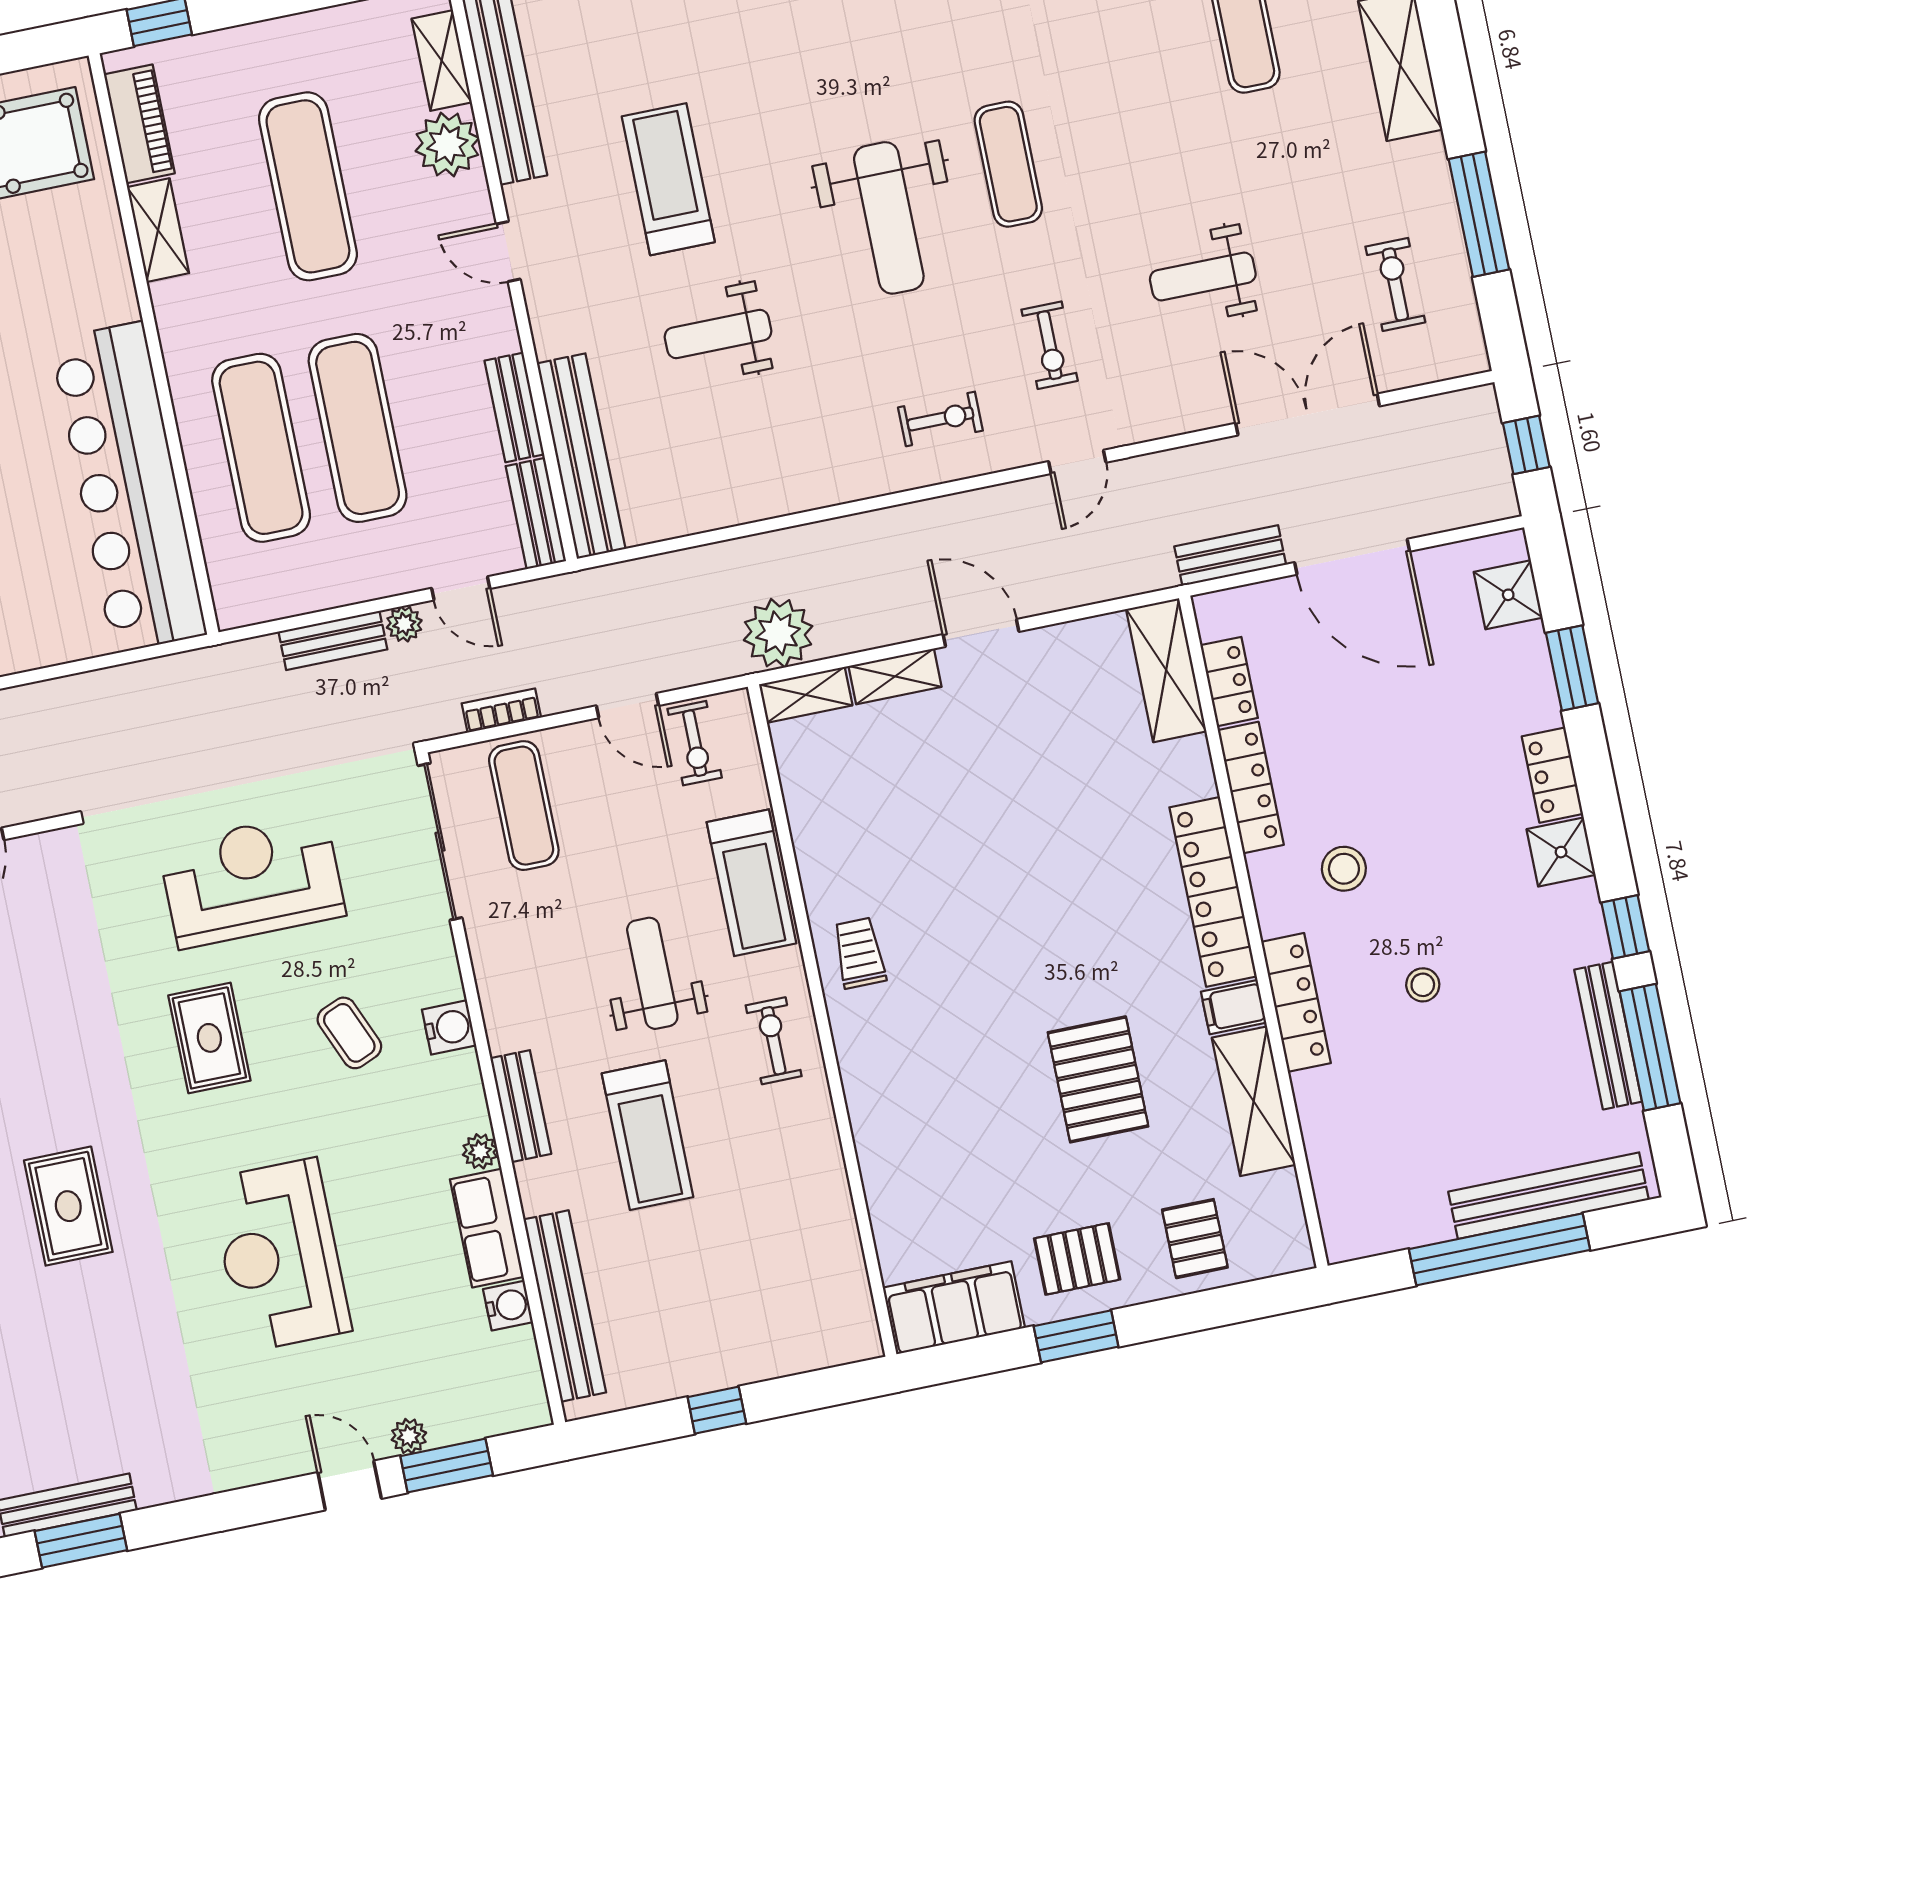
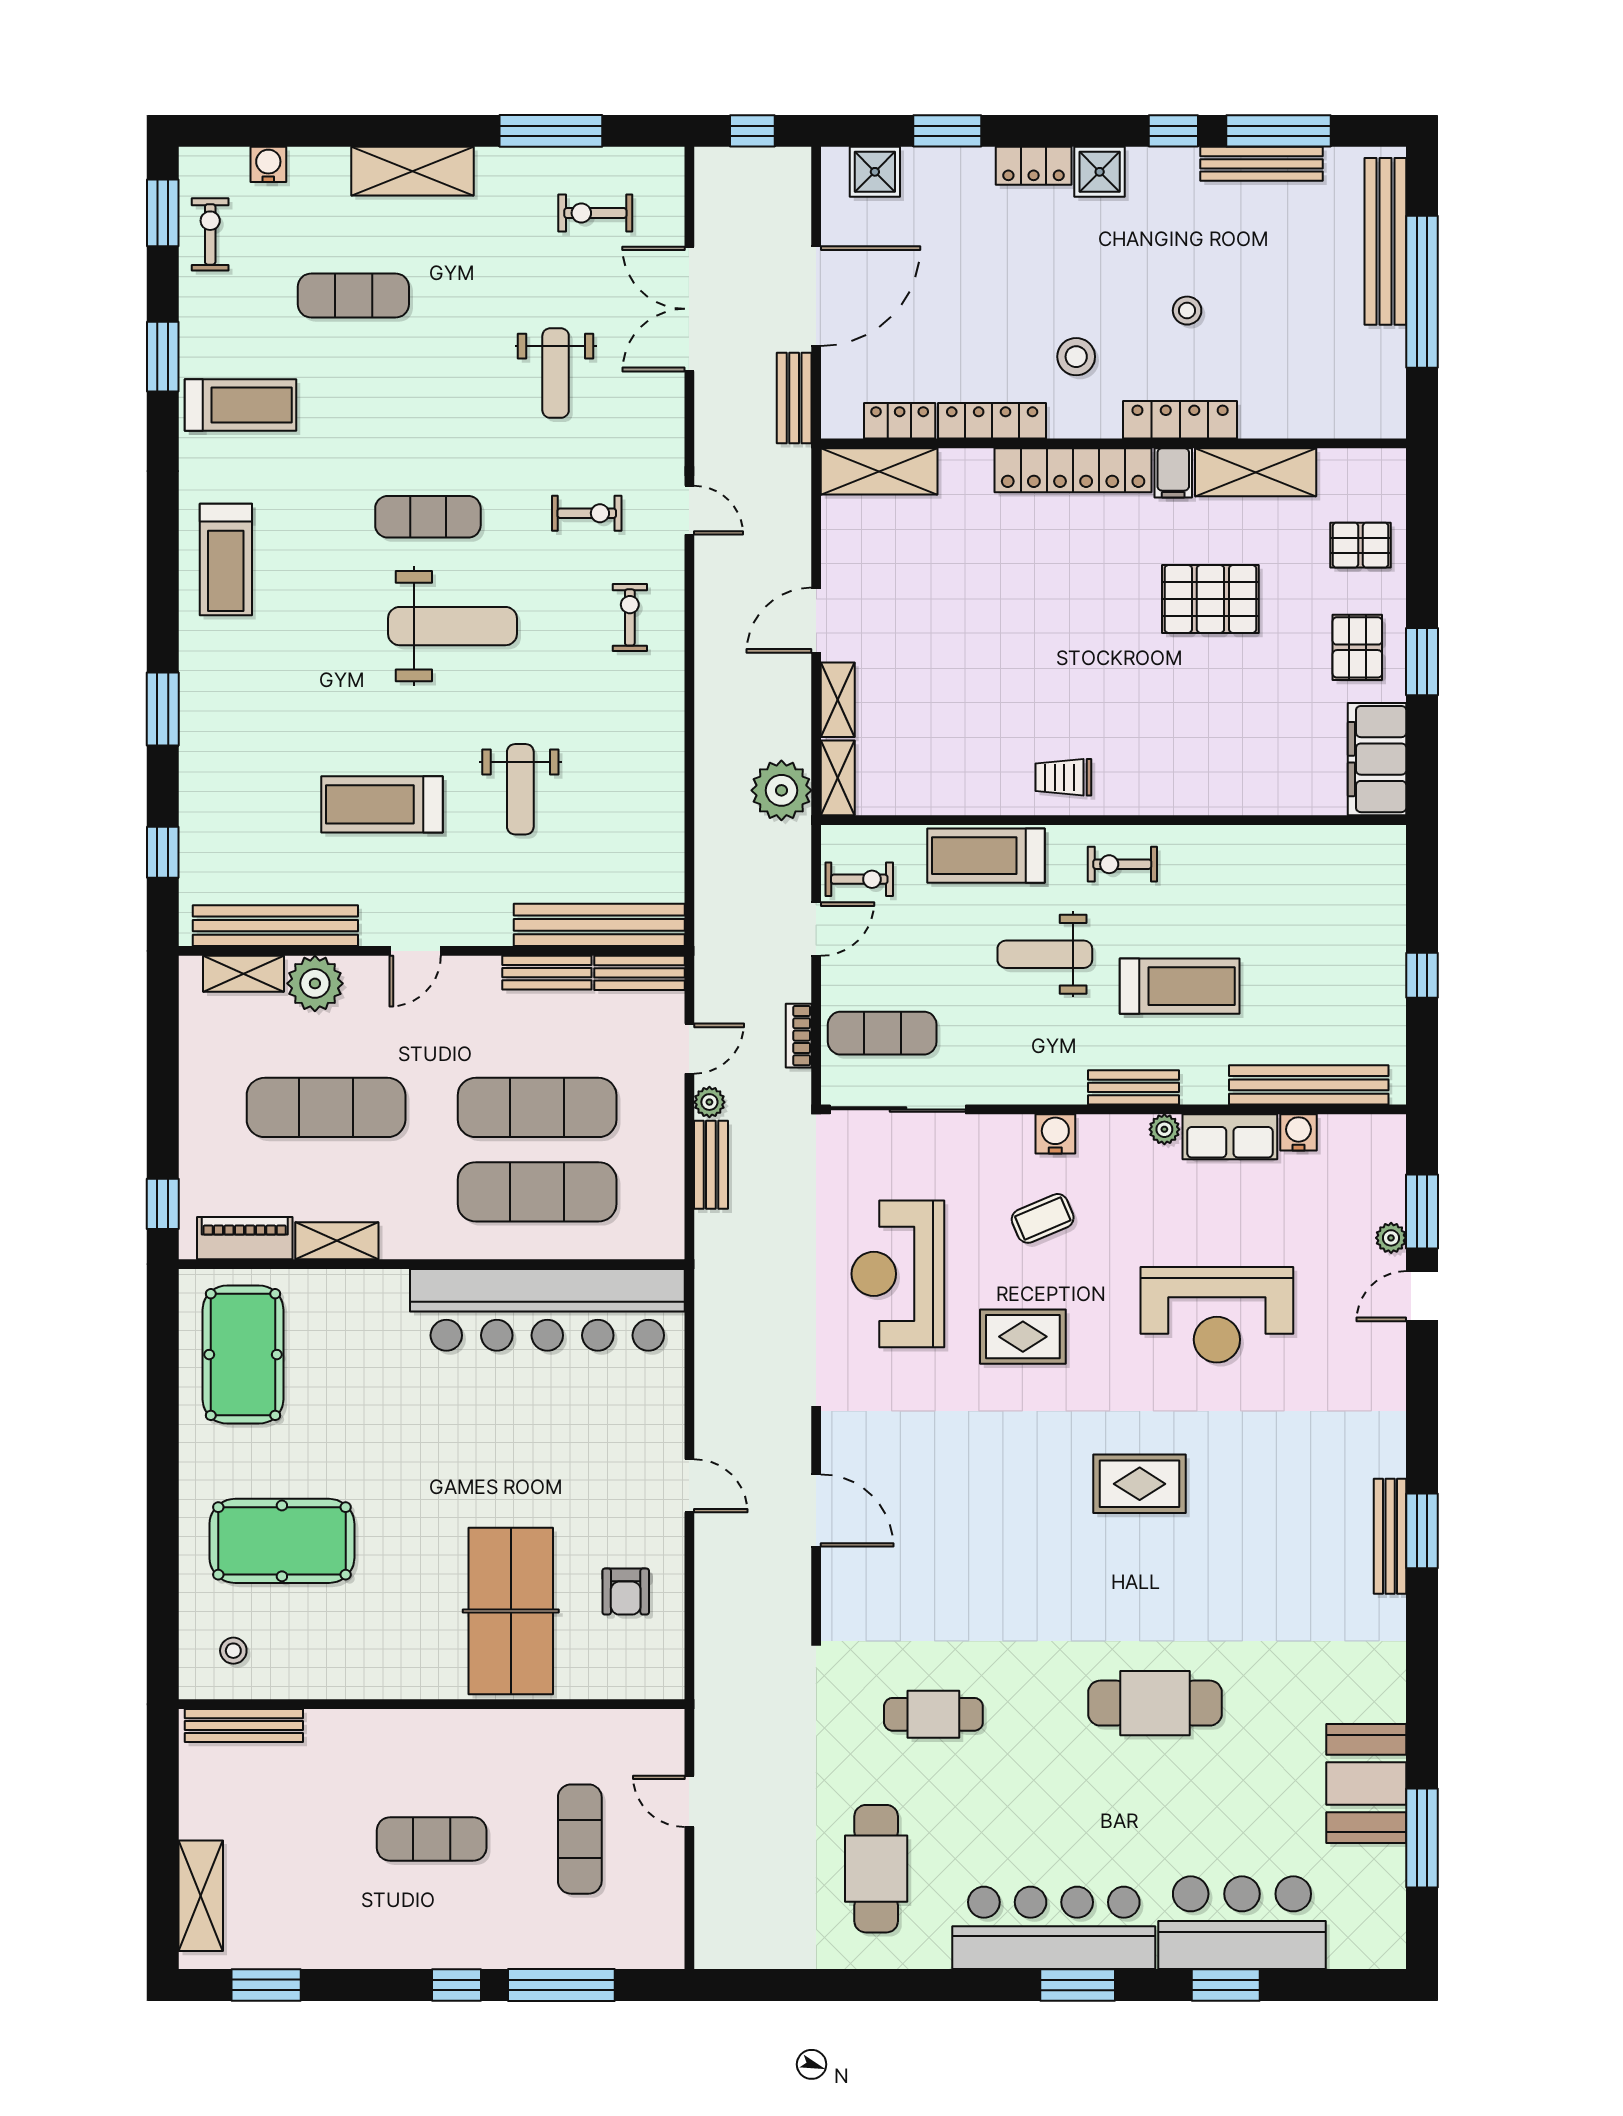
treadmill: (751, 883) -> (986, 856), turned 180

